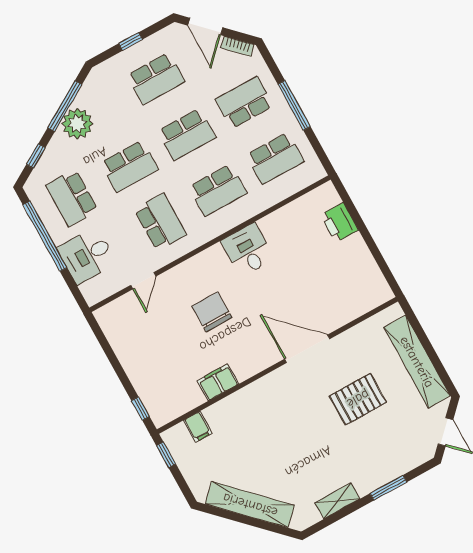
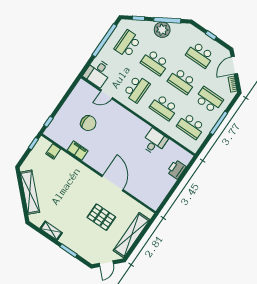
desk: (248, 250) -> (154, 142), moved
desk: (87, 255) -> (98, 73), moved, turned -90
chair: (212, 312) -> (88, 123), moved, turned 90

